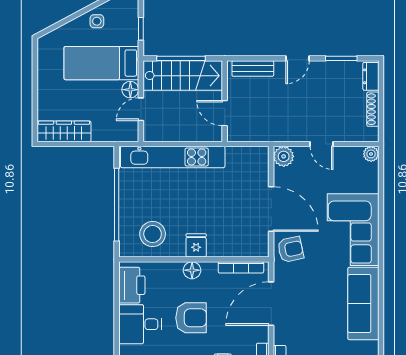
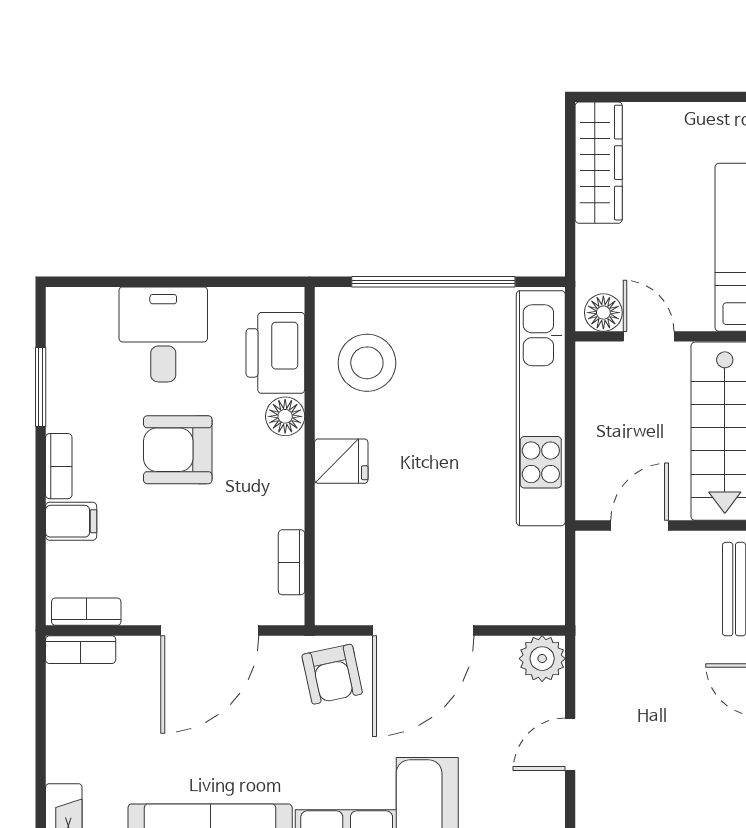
floor lamp: (130, 90) -> (603, 313), moved
bookcase: (241, 267) -> (292, 562), width x0.64
floor lamp: (192, 270) -> (285, 416), moved
printer: (132, 285) -> (275, 353), moved, turned 90
door: (271, 304) -> (210, 631), swing flipped
armchair: (191, 318) -> (178, 450), turned 90

